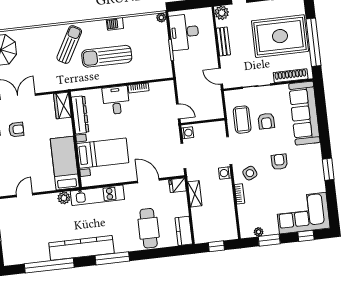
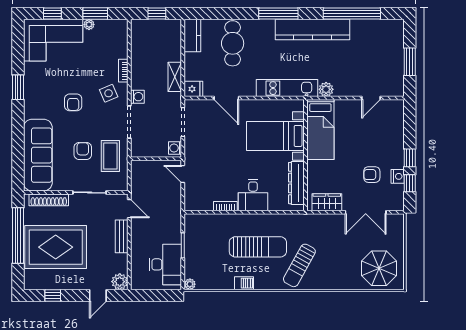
bench: (223, 42) -> (122, 236), moved
wardrobe: (62, 106) -> (327, 202), moved, turned -90
plant: (259, 232) -> (89, 24), moved

